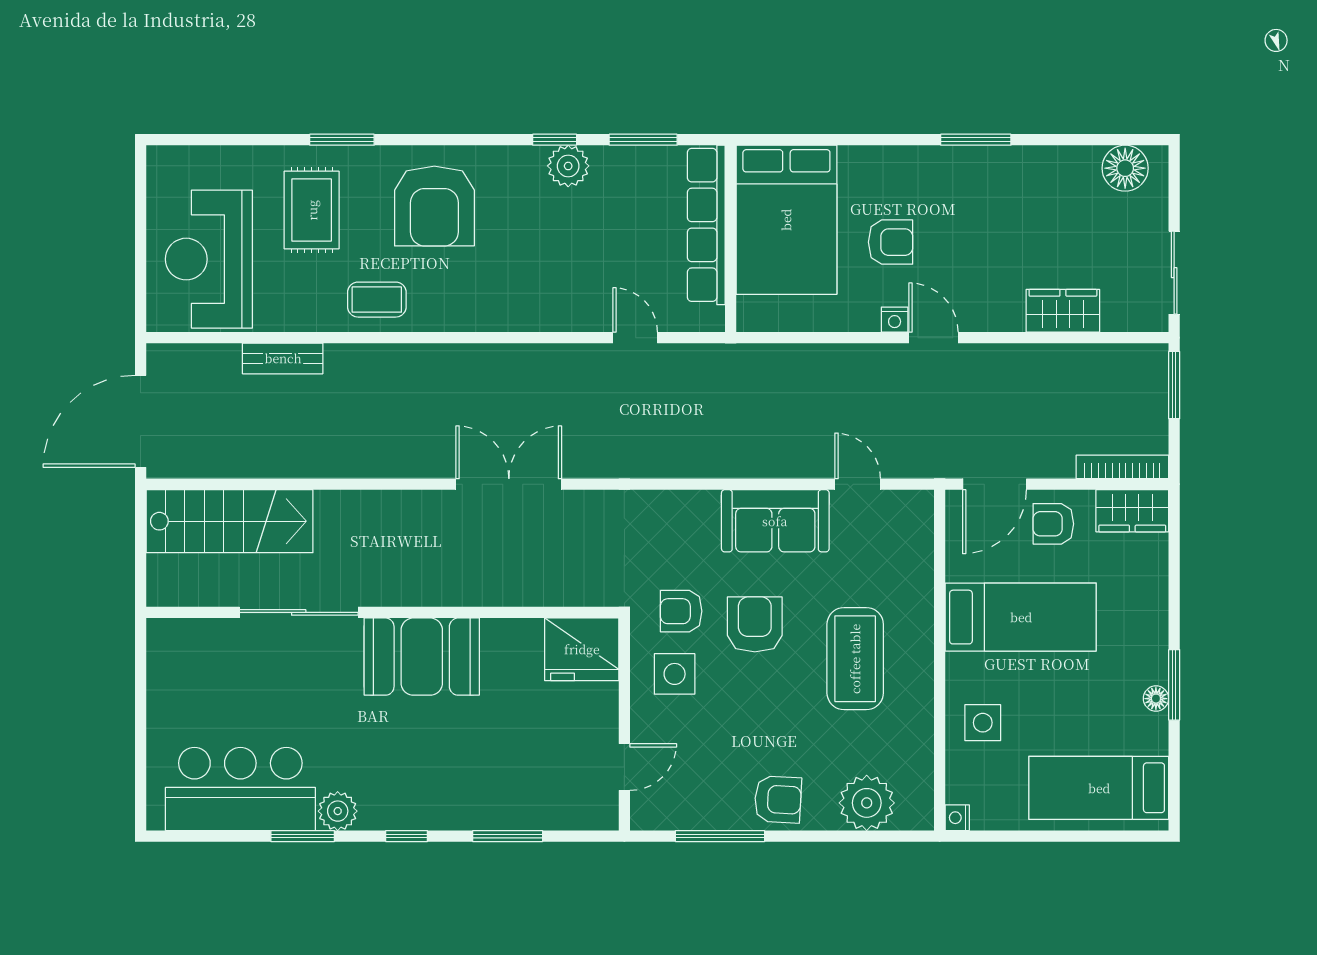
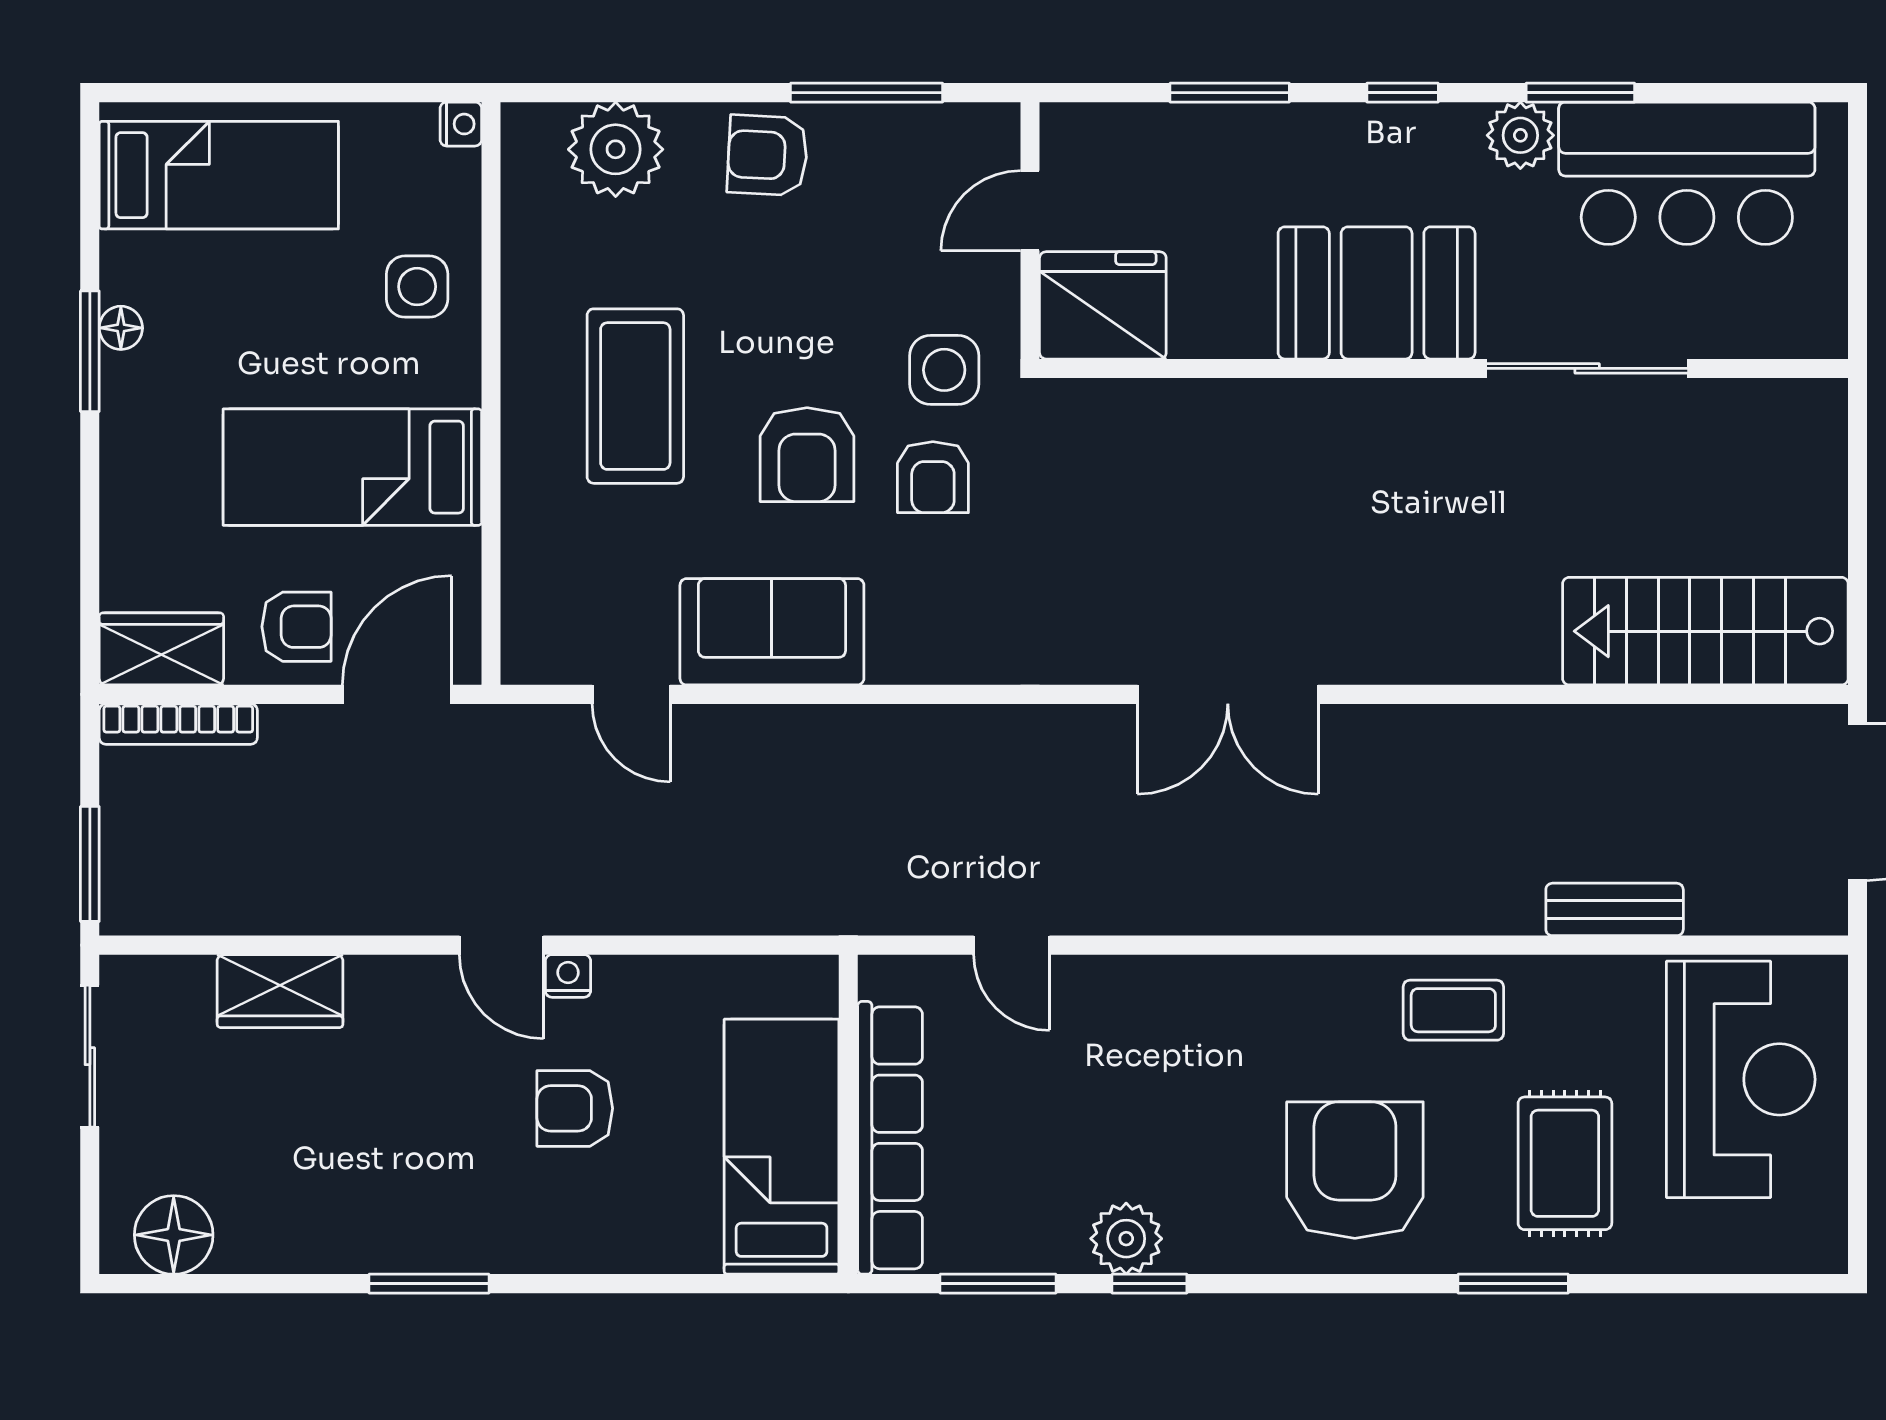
bed: (786, 220) -> (782, 1147), width x0.67
armchair: (681, 611) -> (933, 477), turned 90
sliding door: (299, 612) -> (1587, 368), moved
wall: (382, 612) -> (1444, 368), moved
fridge: (582, 649) -> (1103, 305), moved
booth: (422, 657) -> (1377, 293), moved

